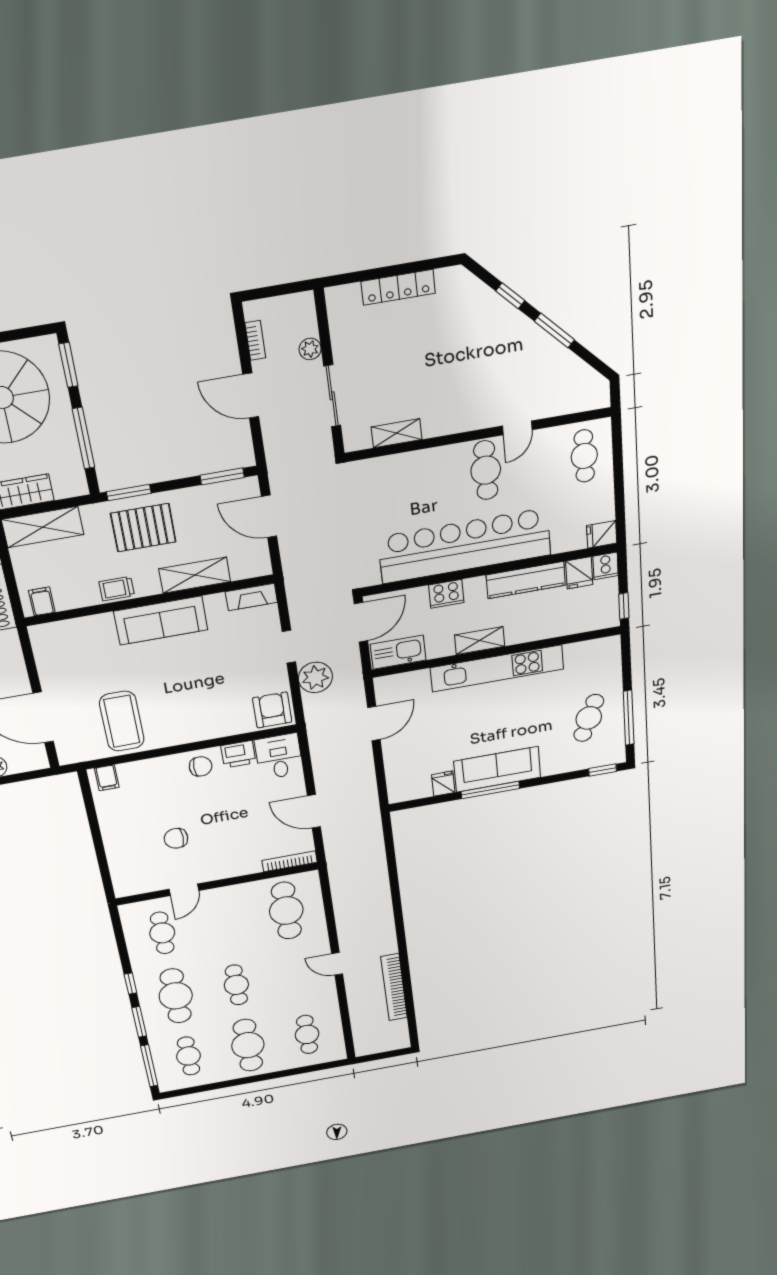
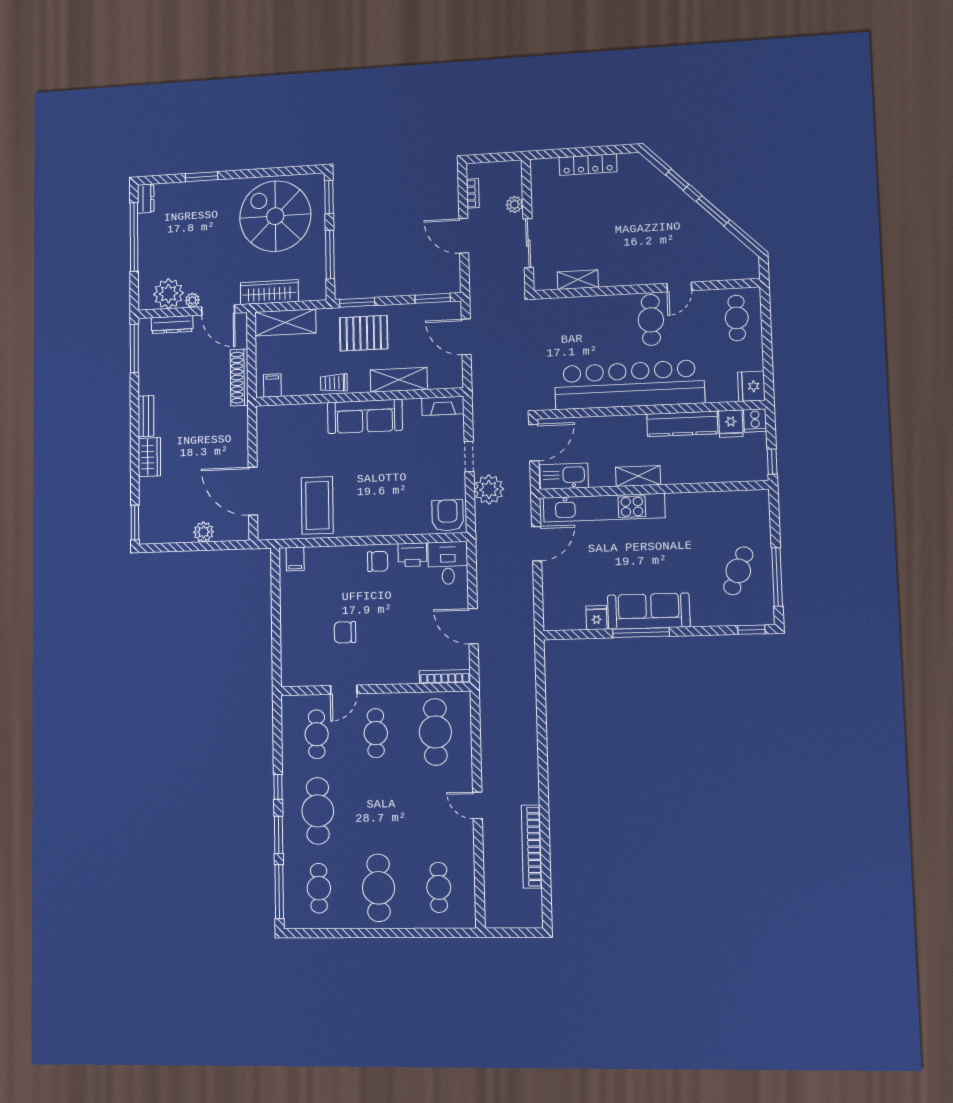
fridge: (602, 534) -> (751, 386), width x1.38
cooker: (446, 594) -> (611, 427), removed
kitchen unit: (497, 668) -> (604, 508), moved
cafe table: (236, 985) -> (376, 733), moved

